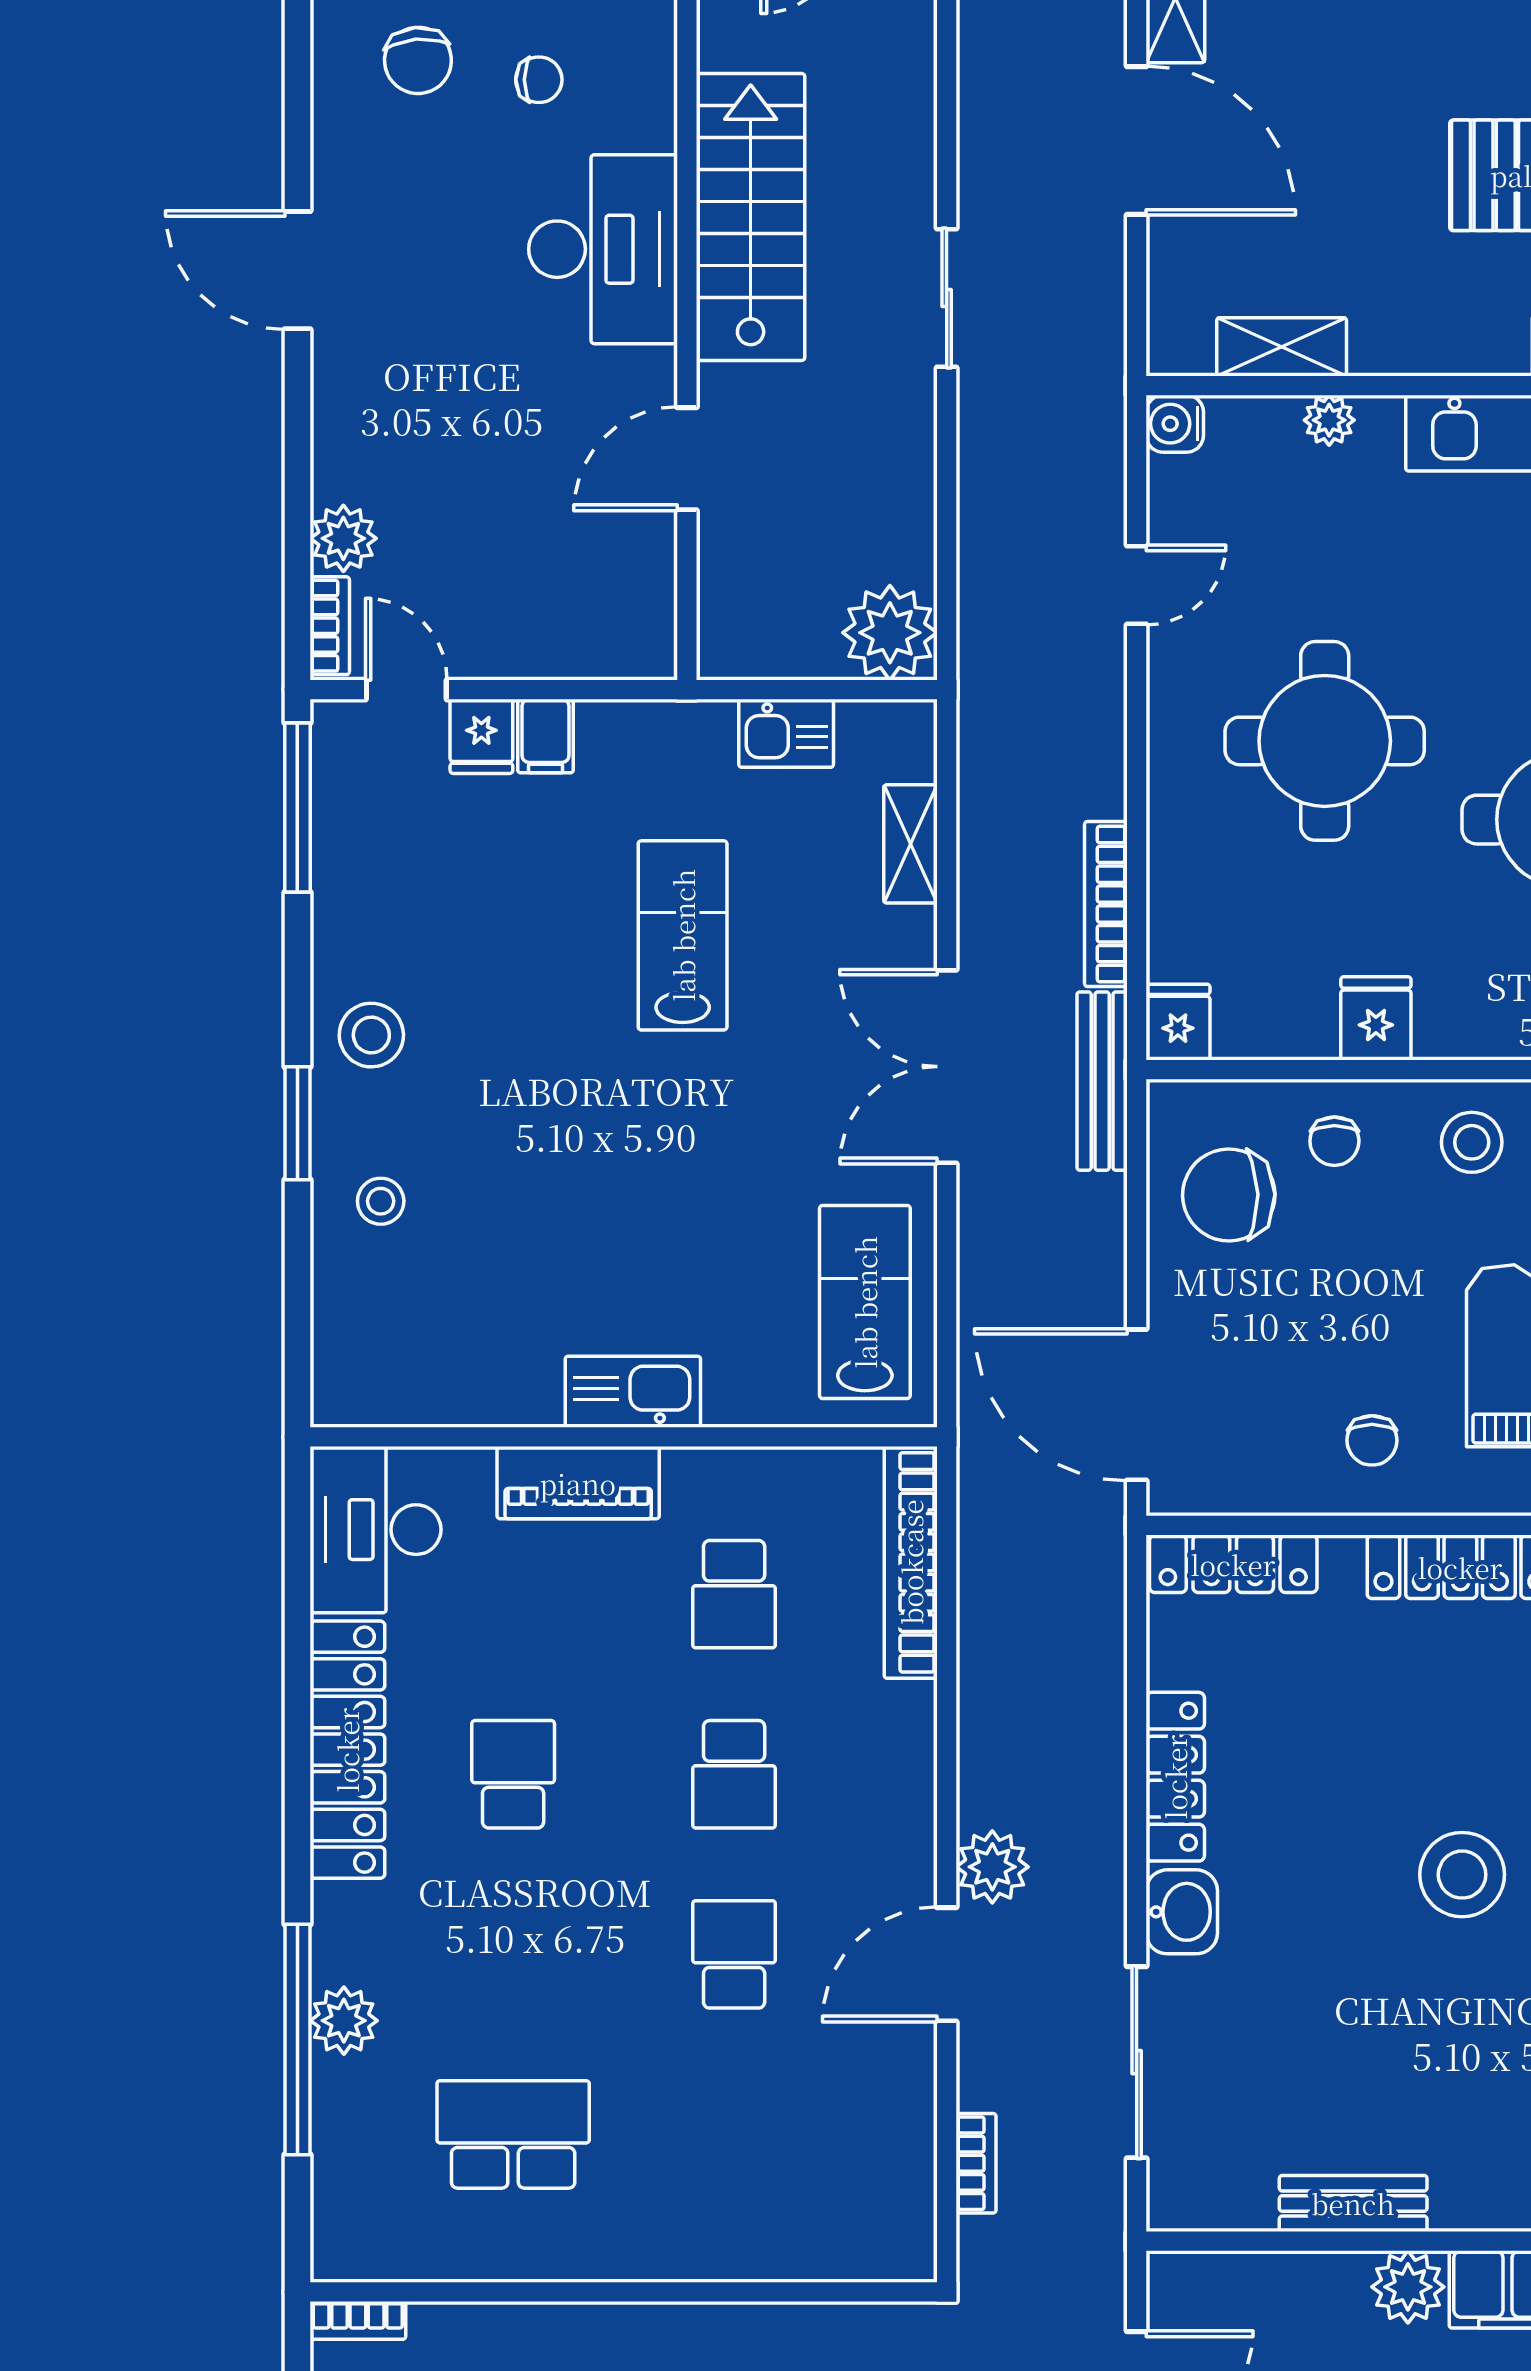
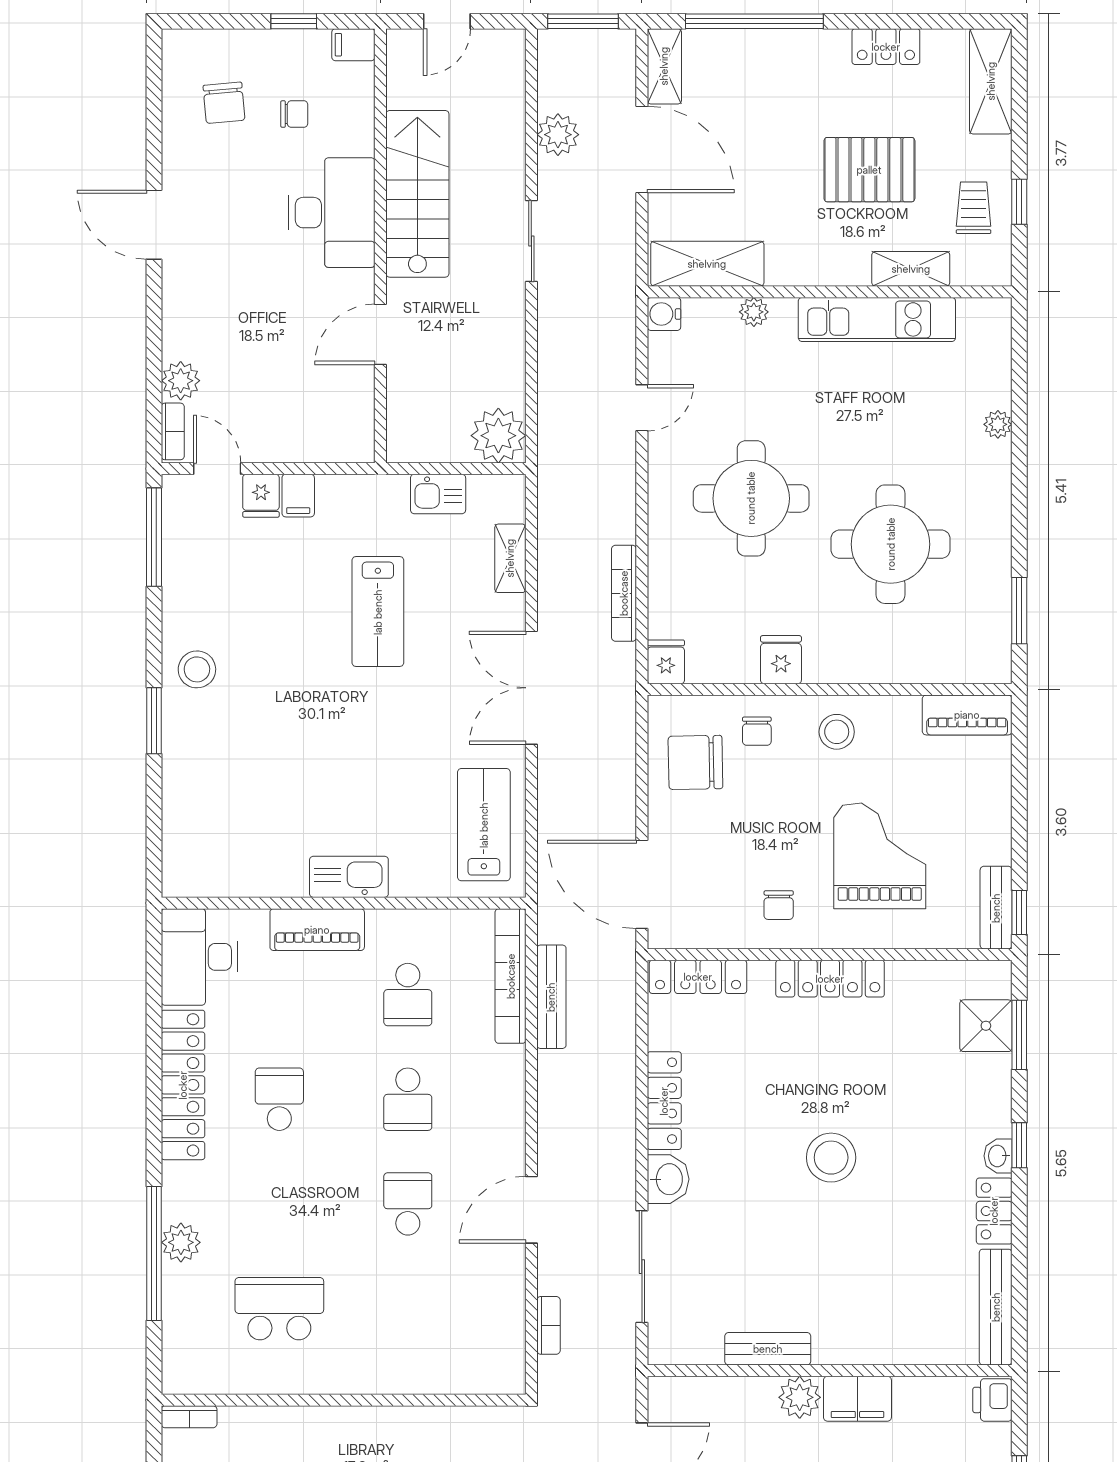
shelving: (1282, 347) -> (707, 264), width x1.50, depth x1.33
lab bench: (683, 935) -> (378, 612), turned 180
bench: (1102, 1081) -> (551, 997), moved
stool: (381, 1201) -> (202, 766), removed
plant: (992, 1867) -> (558, 135), moved

